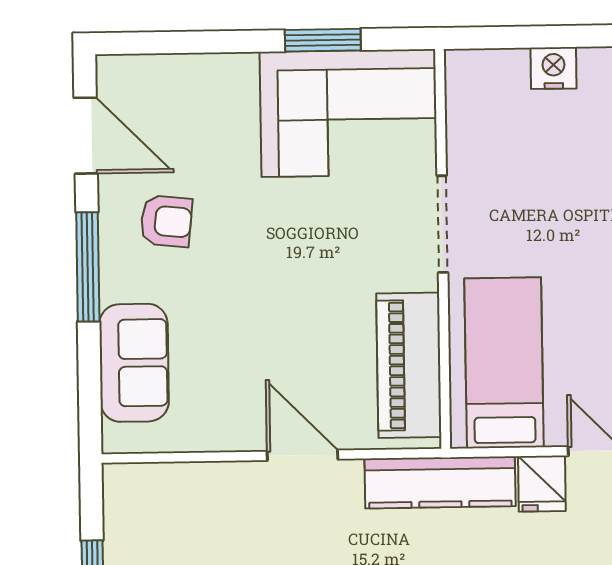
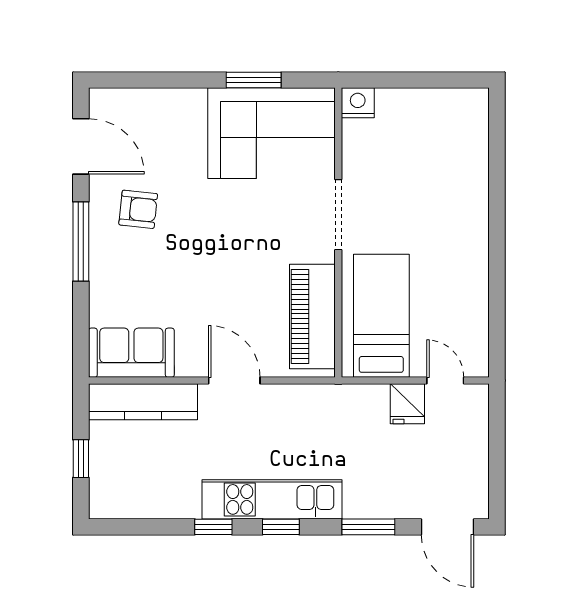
nightstand: (554, 68) -> (358, 103), moved
sofa: (134, 363) -> (131, 353), moved, turned -90
kitchen counter: (440, 482) -> (143, 402), moved

